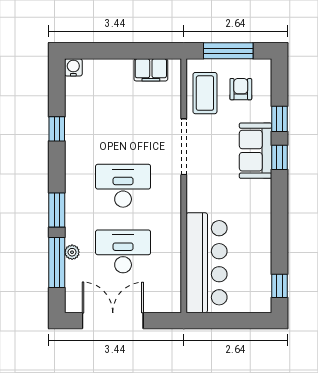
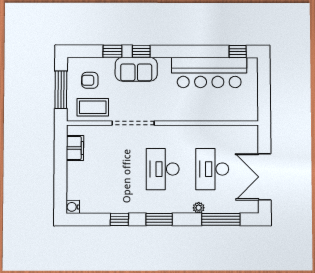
window: (57, 210) -> (159, 219), moved
plant: (72, 252) -> (199, 208), moved
bar counter: (207, 263) -> (209, 73), moved, turned 180

